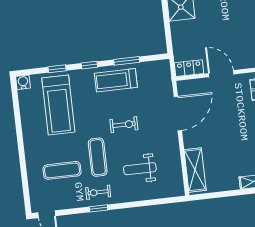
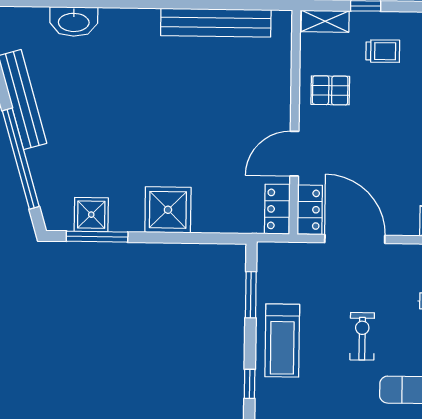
window: (127, 61) -> (251, 295), moved
locker: (191, 86) -> (310, 210), added

